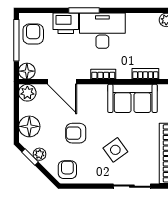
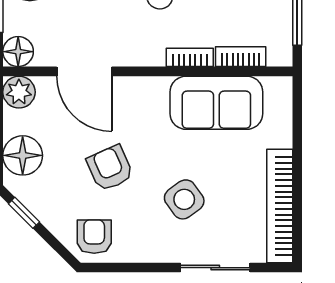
bookcase: (103, 74) -> (190, 57), moved
armchair: (76, 133) -> (110, 168), turned 66
plant: (39, 154) -> (42, 208), removed

